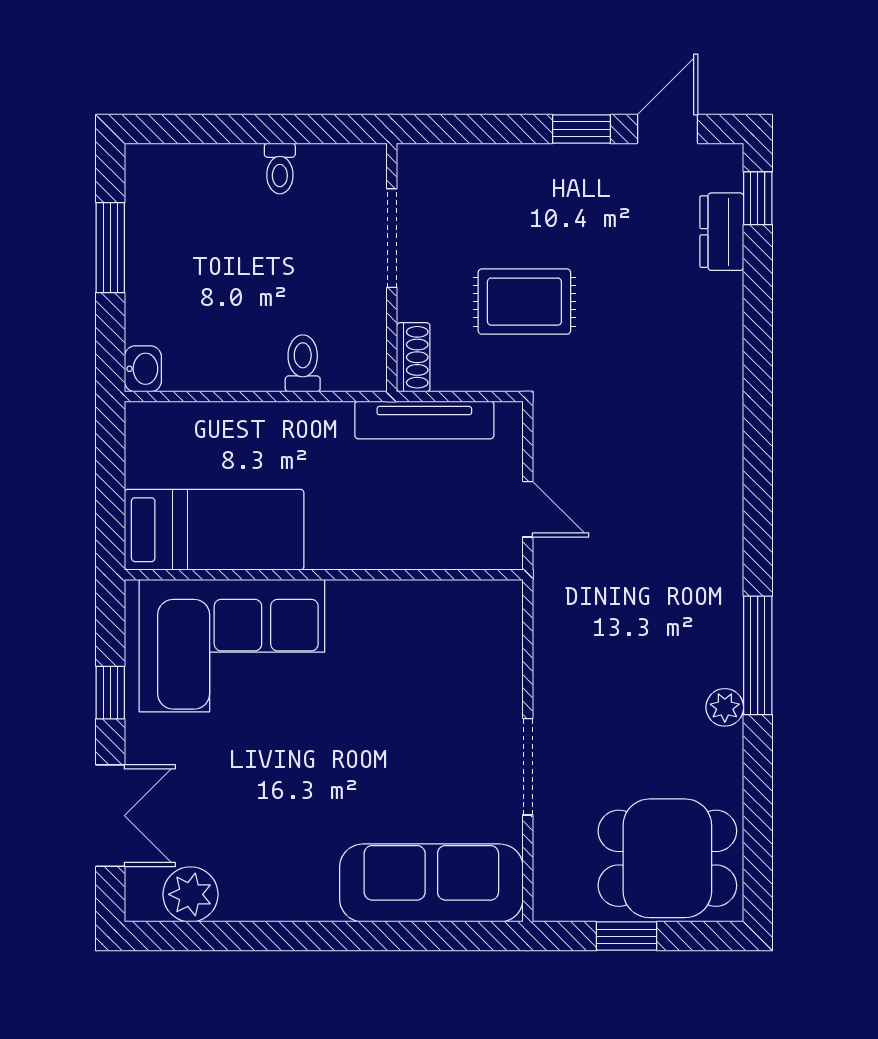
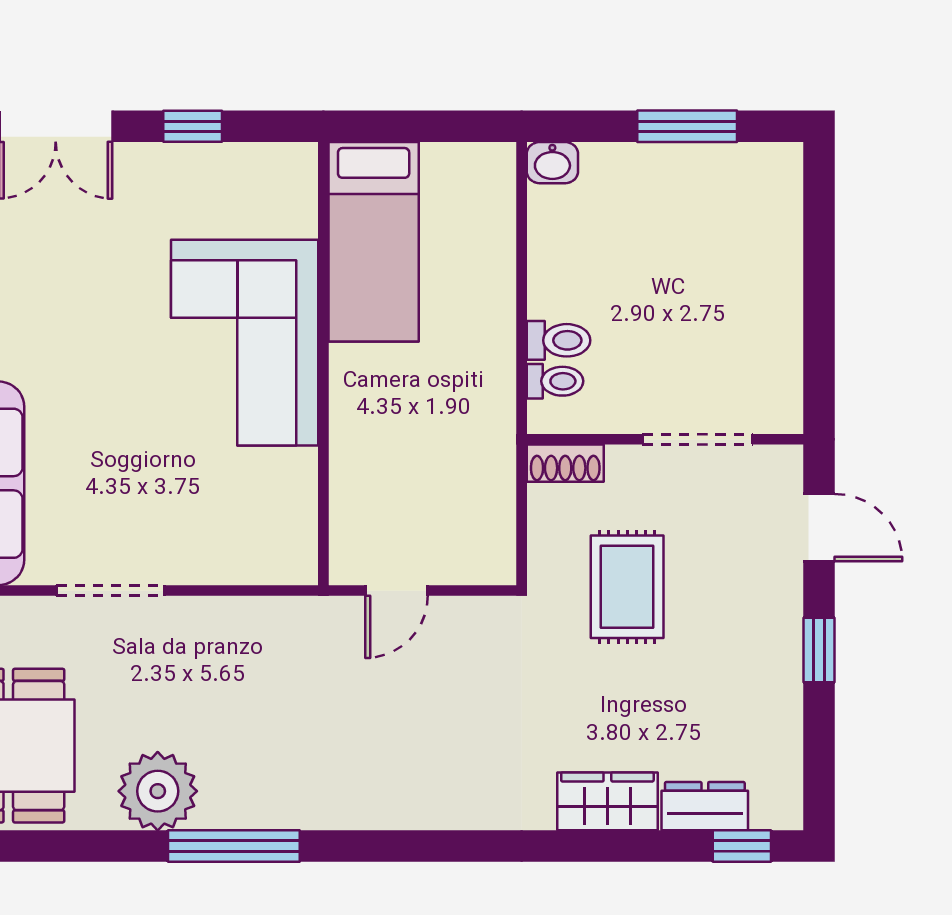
door: (667, 129) -> (819, 528), moved
toilet: (280, 168) -> (555, 381), moved, turned 180
wardrobe: (717, 319) -> (607, 801), added
tv unit: (424, 420) -> (495, 475), removed
corner sofa: (232, 646) -> (245, 343), moved
plant: (725, 707) -> (158, 791), width x1.88, depth x1.88

